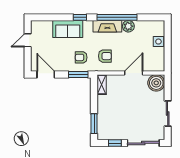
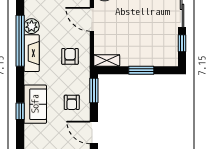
window: (80, 17) -> (20, 111), moved
armchair: (81, 57) -> (72, 102), moved
door: (46, 75) -> (94, 132), hinge flipped
window: (94, 124) -> (141, 70), moved

